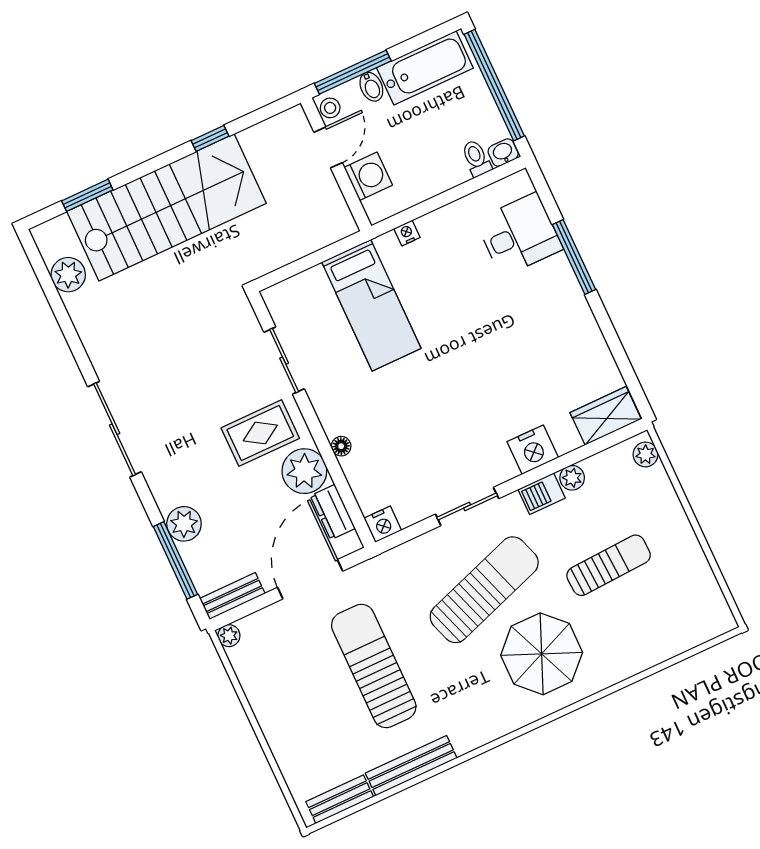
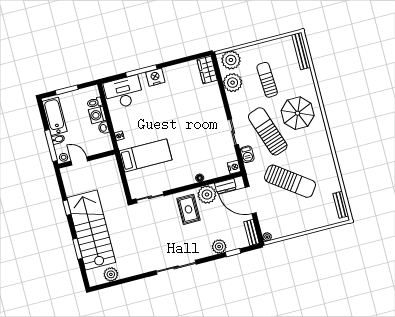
window: (494, 85) -> (67, 90), width x0.47
washbasin: (503, 153) -> (104, 128), moved
washing machine: (368, 176) -> (97, 115), moved, turned -90
window: (87, 195) -> (77, 249), moved
desk: (519, 235) -> (124, 92), width x1.37
sliding door: (284, 361) -> (150, 197), moved
nightstand: (533, 450) -> (155, 77), moved, turned -90
plant: (646, 454) -> (231, 60), width x1.87, depth x1.87
plant: (572, 478) -> (233, 83), width x1.88, depth x1.88
barbecue: (542, 494) -> (247, 154), moved
window: (175, 560) -> (233, 253), width x0.46
sun lounger: (374, 666) -> (290, 181), turned -144
bench: (411, 766) -> (301, 51), moved

